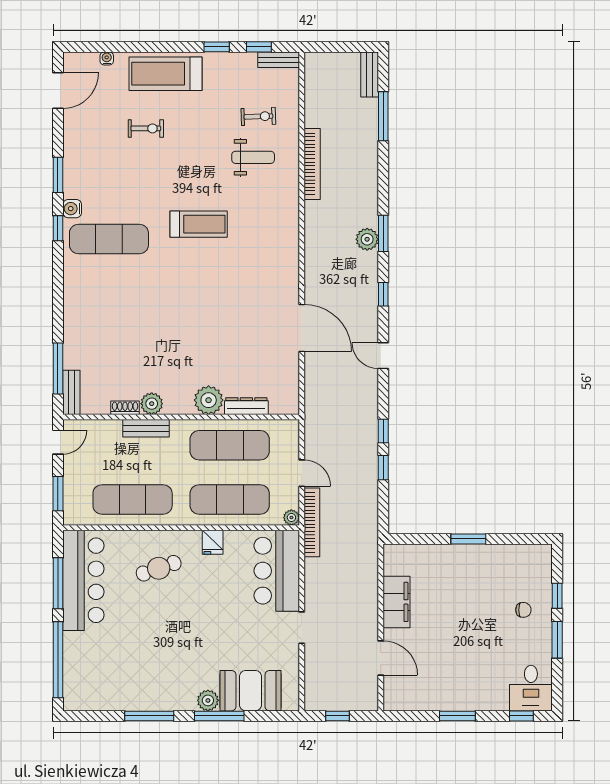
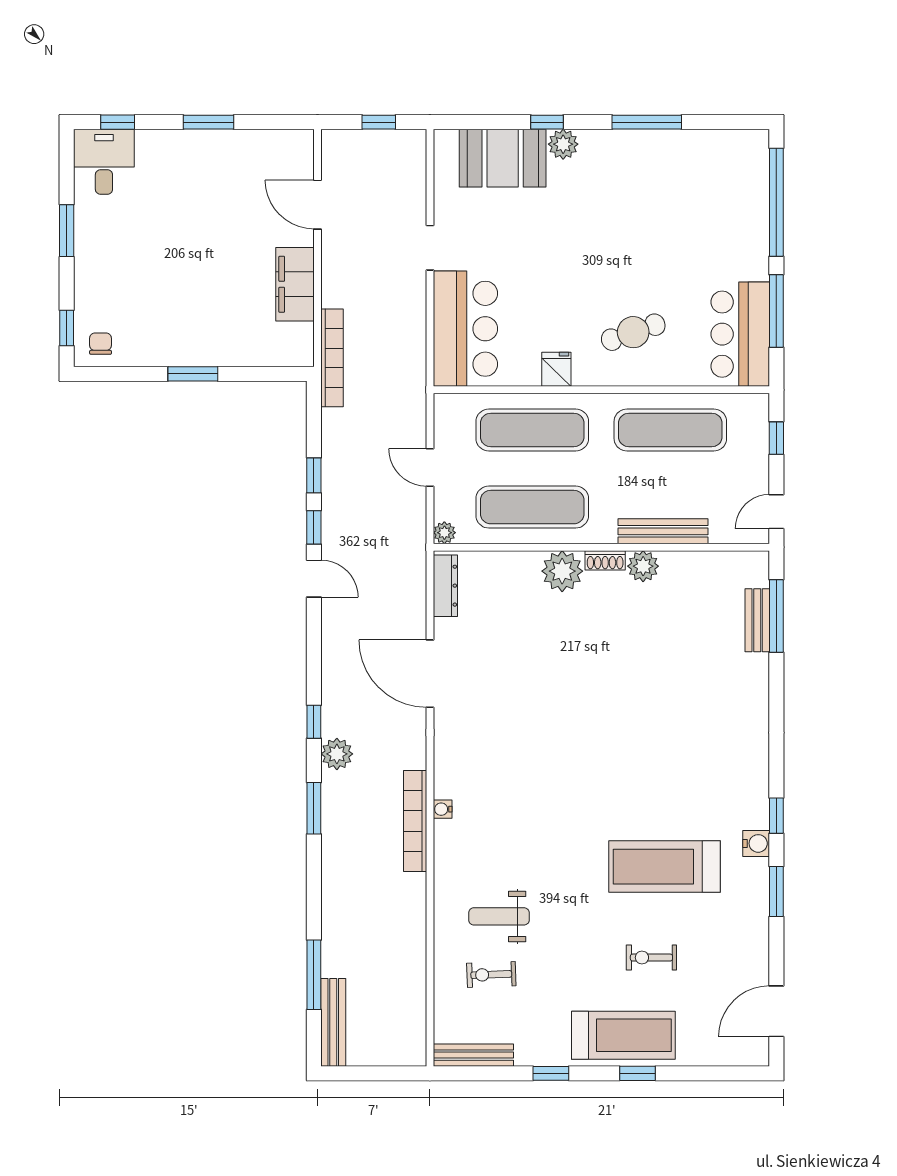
window: (259, 47) -> (637, 1073), moved
water cooler: (107, 58) -> (443, 809), moved, turned 90
bench: (279, 60) -> (473, 1055), width x1.36
bench: (370, 75) -> (333, 1022), width x1.36
bookcase: (312, 164) -> (415, 821), moved
treadmill: (199, 224) -> (664, 867), moved, width x1.37, depth x1.38
exercise mat: (109, 239) -> (704, 800), removed
plant: (367, 239) -> (337, 754), moved
door: (383, 356) -> (314, 579), moved
bench: (71, 392) -> (757, 620), moved
dresser: (246, 406) -> (445, 586), moved, turned -90
shoe rack: (125, 408) -> (605, 560), moved
bench: (146, 428) -> (663, 531), width x1.36
window: (58, 494) -> (776, 438), width x0.67
plant: (291, 517) -> (444, 533), moved
bookcase: (312, 522) -> (332, 358), moved, turned 180
bar counter: (83, 580) -> (740, 334), width x0.73
window: (557, 596) -> (67, 328), moved
chair: (523, 610) -> (101, 344), moved, turned 90
window: (219, 716) -> (547, 122), width x0.46

